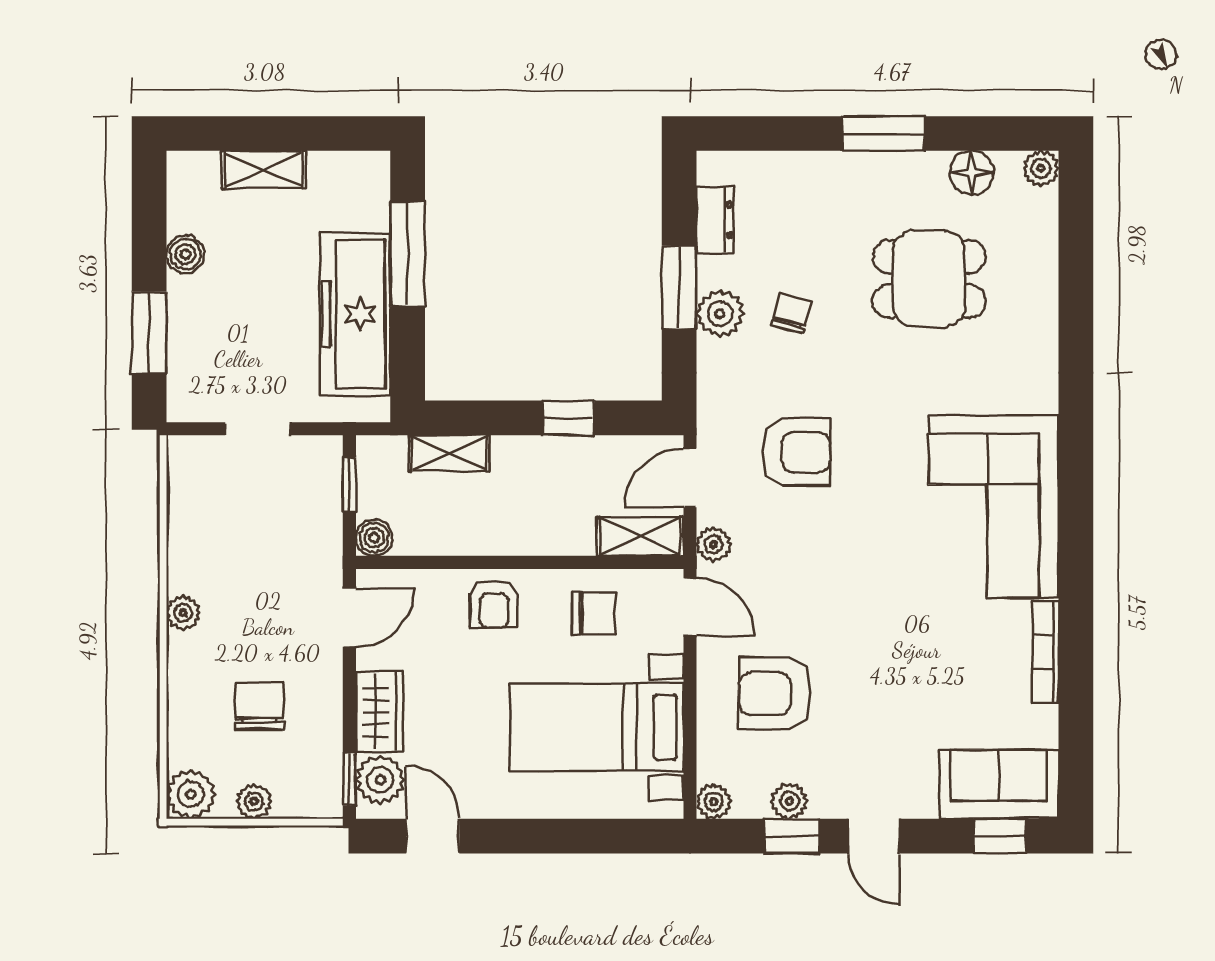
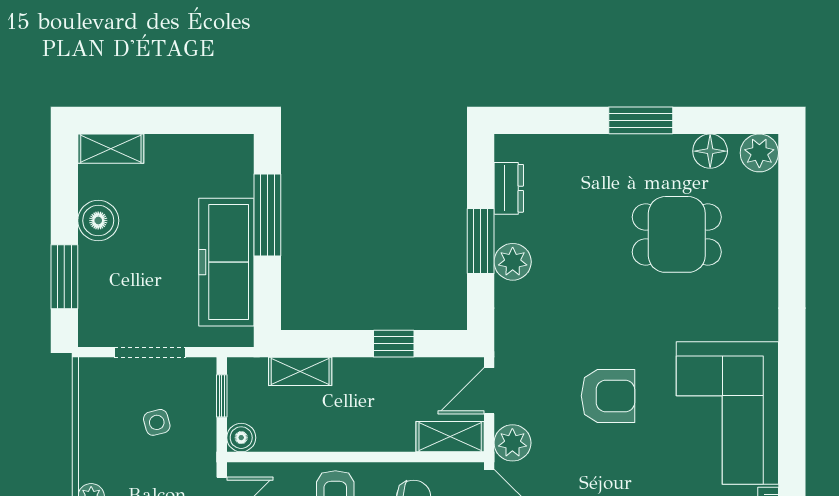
plant: (1041, 168) -> (759, 153), width x1.38, depth x1.38
shelving: (263, 170) -> (111, 149), moved
boiler: (185, 254) -> (98, 221), width x1.36, depth x1.36
chair: (792, 313) -> (569, 261), removed
doorway: (258, 429) -> (150, 352), width x1.38
armchair: (797, 452) -> (608, 396), moved
side table: (267, 518) -> (157, 422), added
plant: (713, 544) -> (512, 443), width x1.38, depth x1.38

